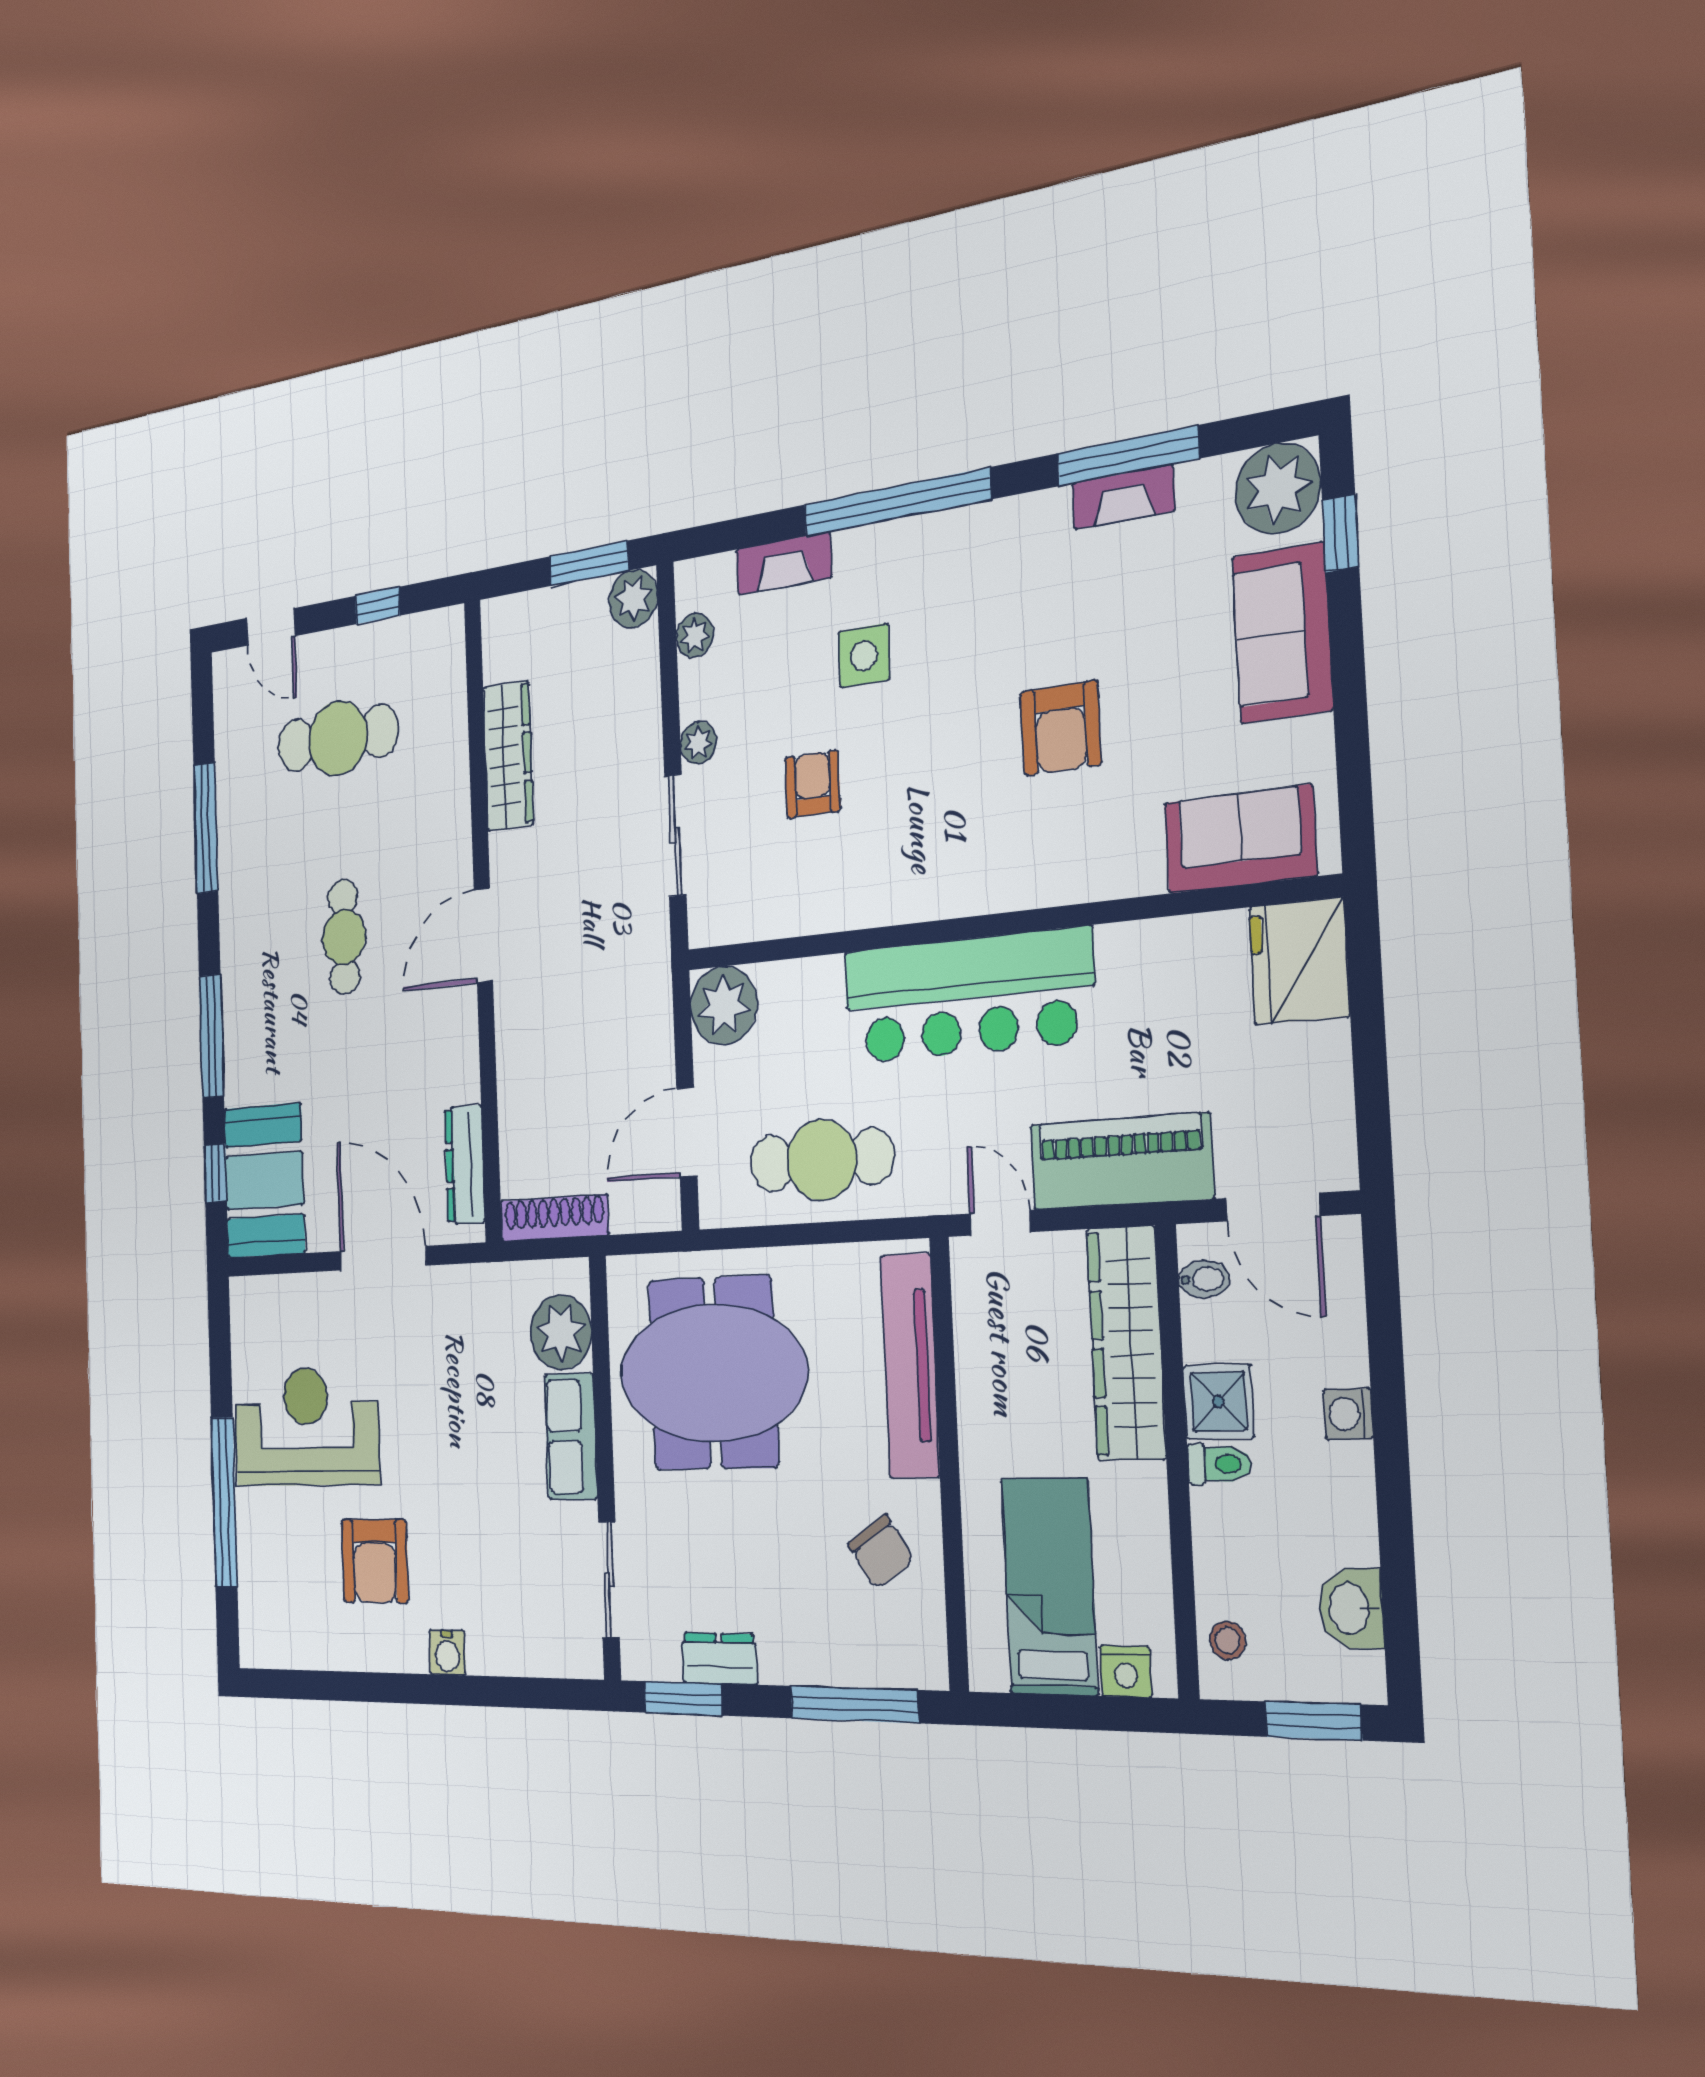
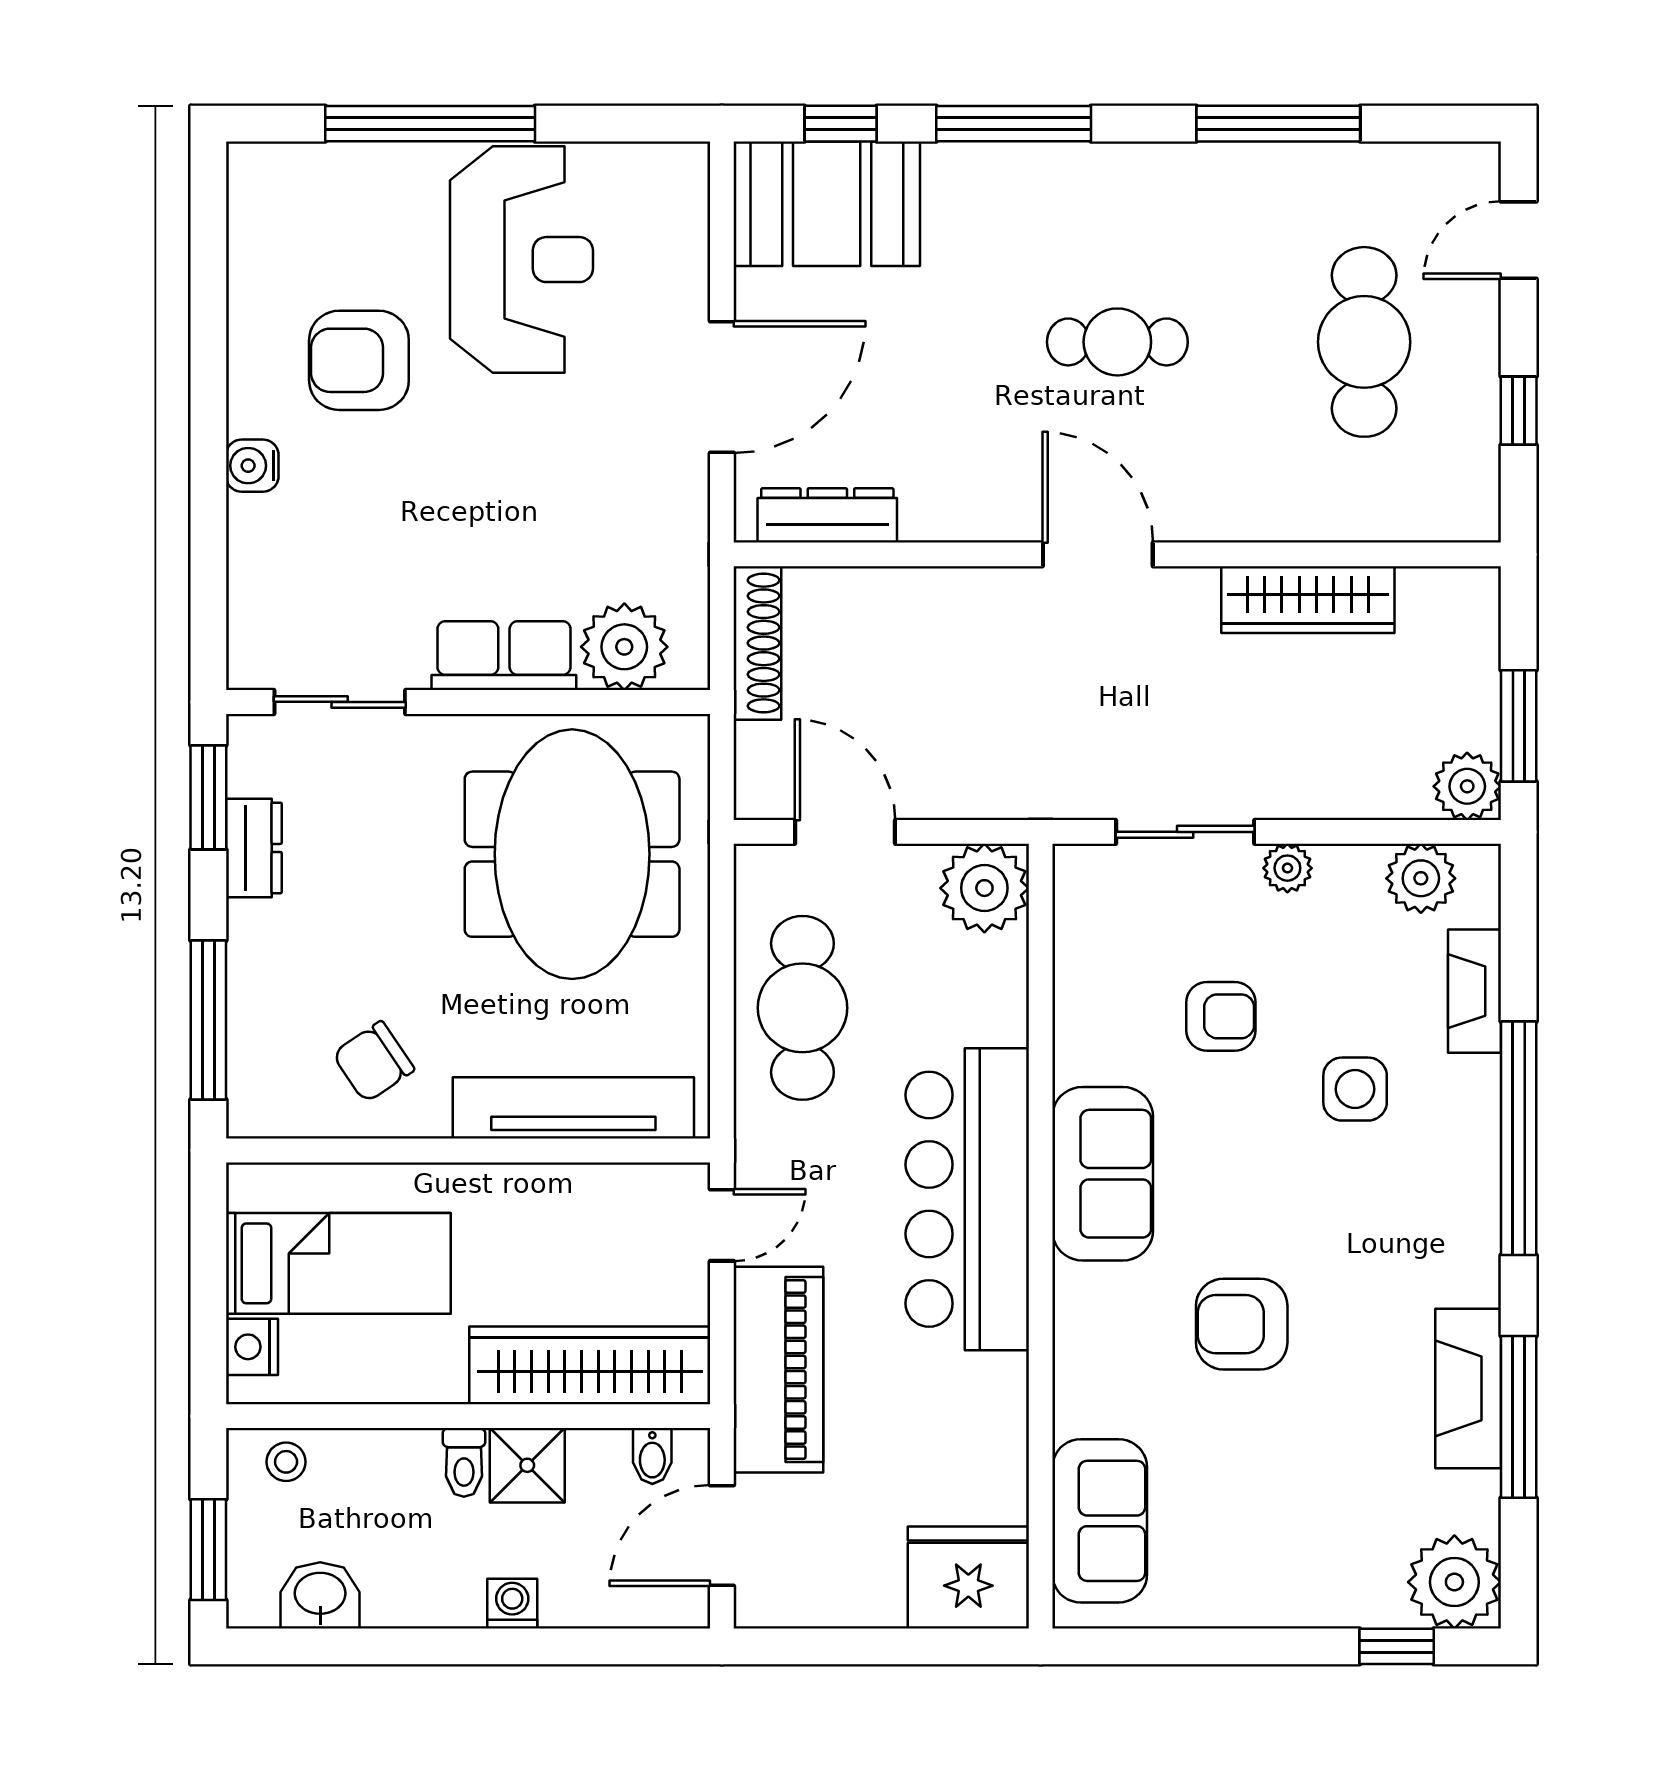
fireplace: (1123, 497) -> (1468, 1388), width x1.37, depth x1.32
sofa: (1282, 633) -> (1103, 1174), moved, turned 90
plant: (695, 635) -> (1421, 878), width x1.38, depth x1.38

